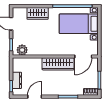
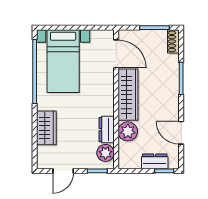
dresser: (37, 51) -> (107, 130), added
plant: (35, 64) -> (128, 131), added

